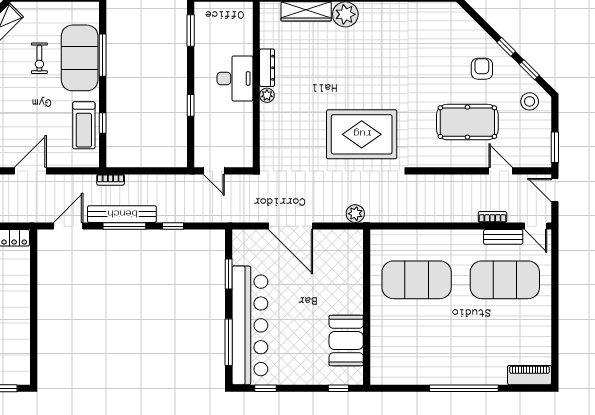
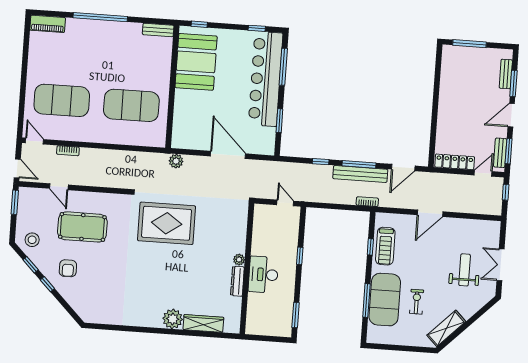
treadmill: (84, 125) -> (385, 246), turned 180
bench: (503, 237) -> (158, 30), moved
booth: (346, 341) -> (196, 62), width x1.36, depth x1.42

